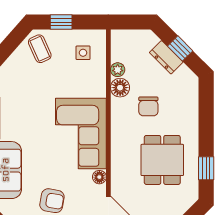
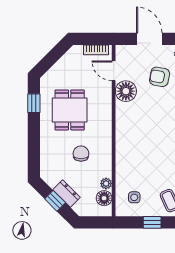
floor lamp: (120, 88) -> (104, 198), moved
corner sofa: (81, 133) -> (136, 132), removed
floor lamp: (99, 177) -> (126, 91), width x1.89, depth x1.89

